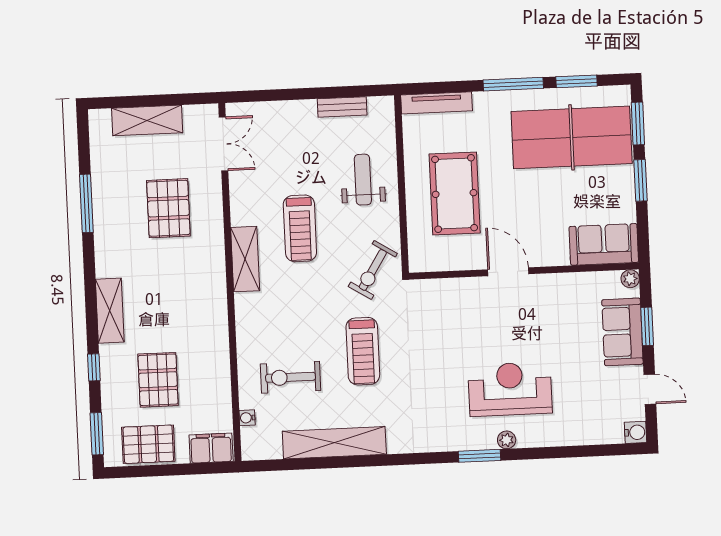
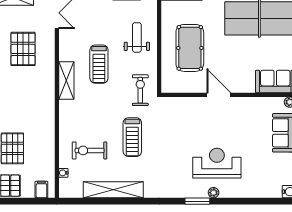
exercise bike: (373, 270) -> (140, 90), turned 148
filing cabinet: (211, 448) -> (41, 190), width x0.50

